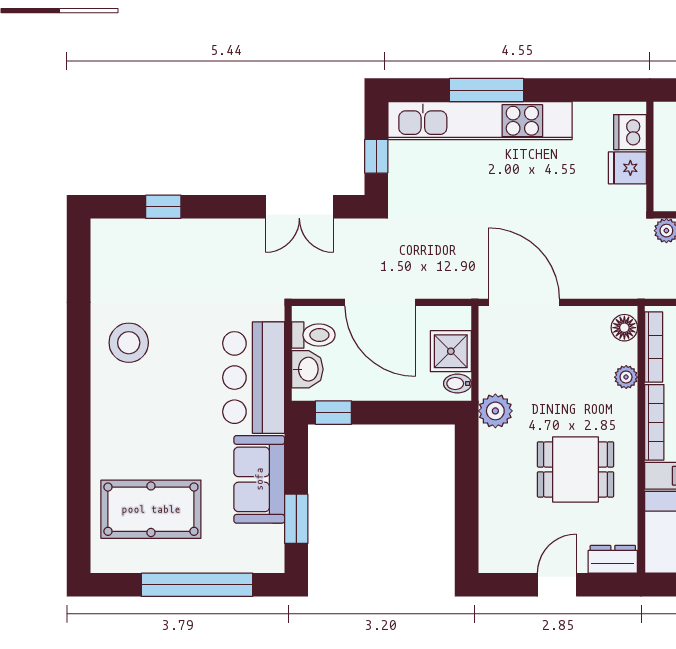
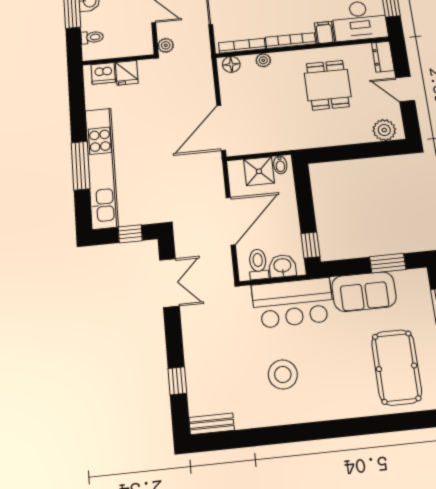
bench: (102, 248) -> (212, 424), added
stool: (129, 343) -> (283, 374), moved
plant: (495, 411) -> (384, 130), moved

